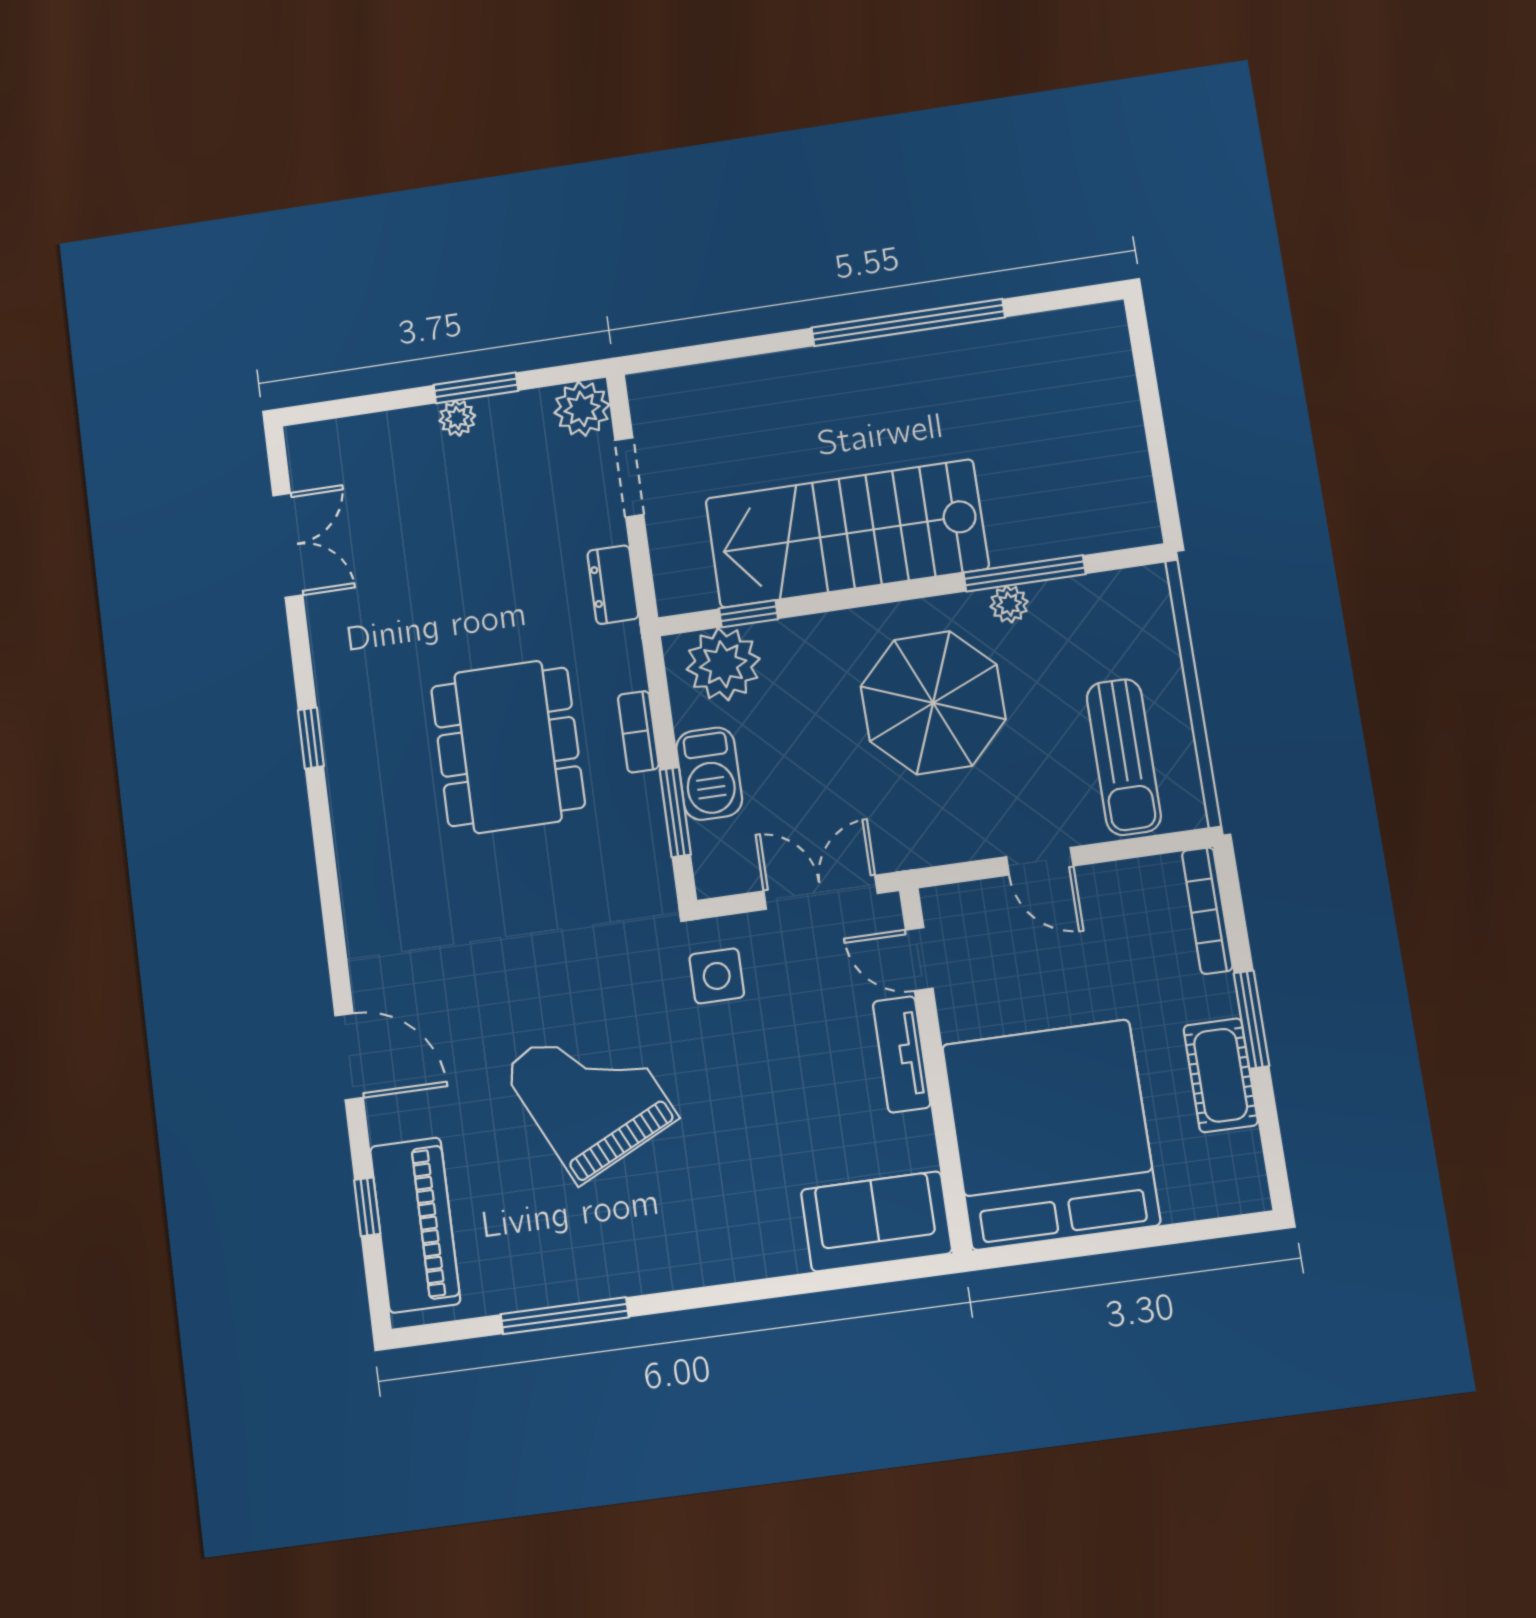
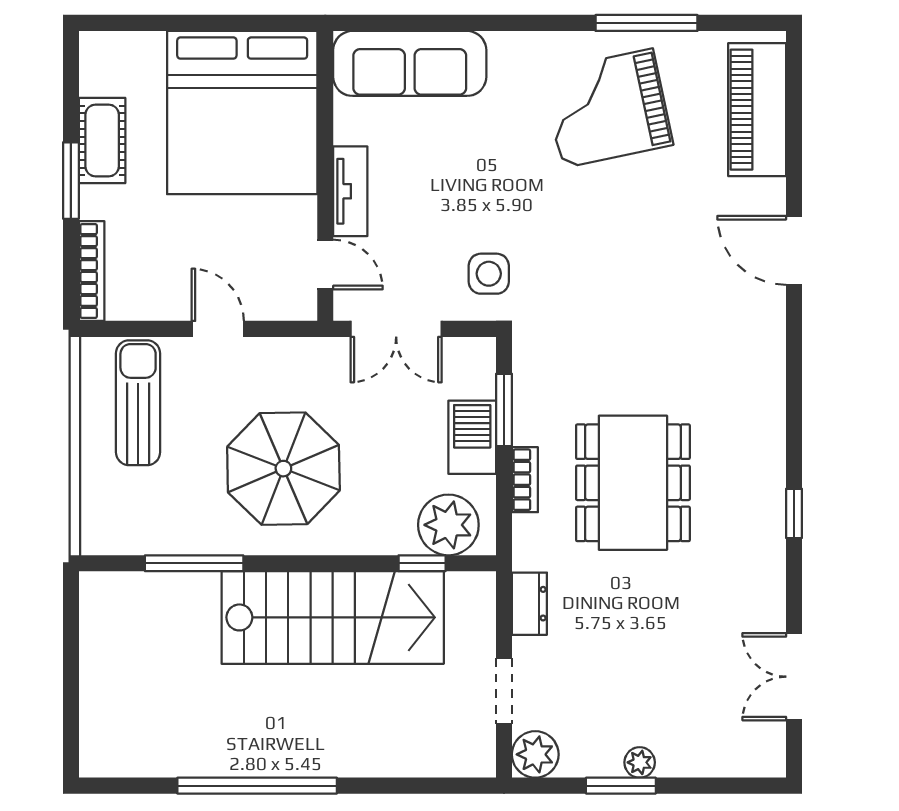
plant: (1009, 604) -> (210, 540), removed
grand piano: (590, 1093) -> (607, 108), moved, turned 104
window: (367, 1207) -> (794, 129), removed
sofa: (876, 1221) -> (410, 63), width x1.36

